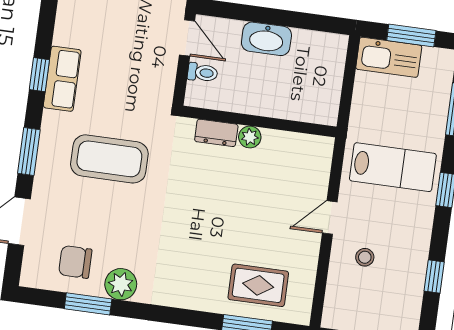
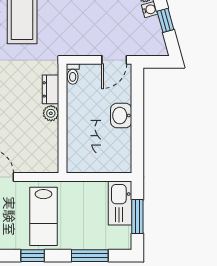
washbasin: (266, 39) -> (121, 116), width x0.72
toilet: (203, 73) -> (73, 74), moved

